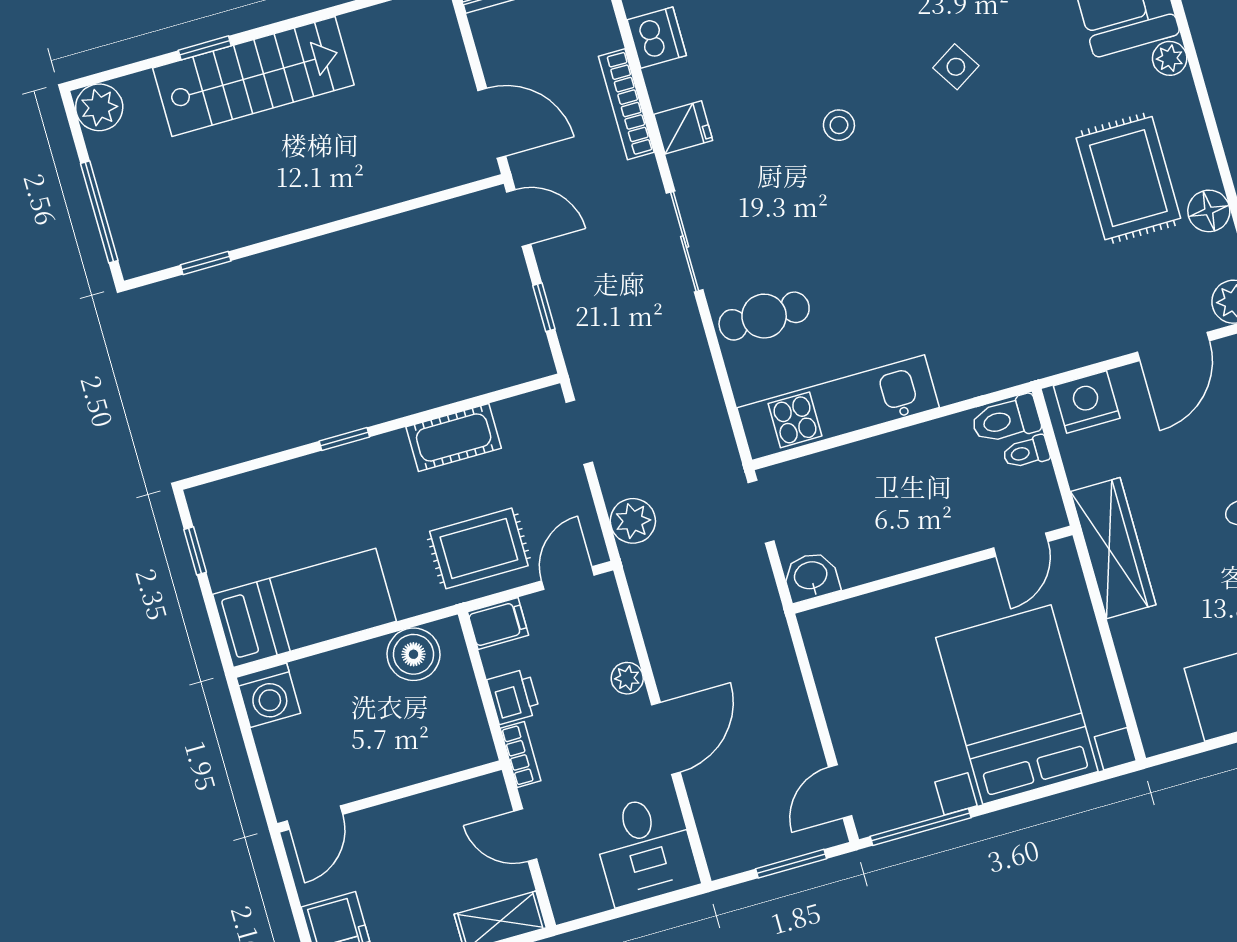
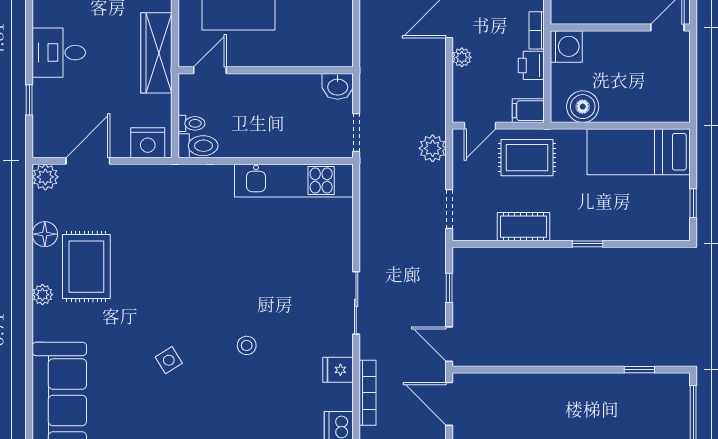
plant: (1170, 58) -> (42, 295), moved
cafe table: (764, 316) -> (322, 246), removed
washing machine: (268, 695) -> (566, 46), moved, turned 90

